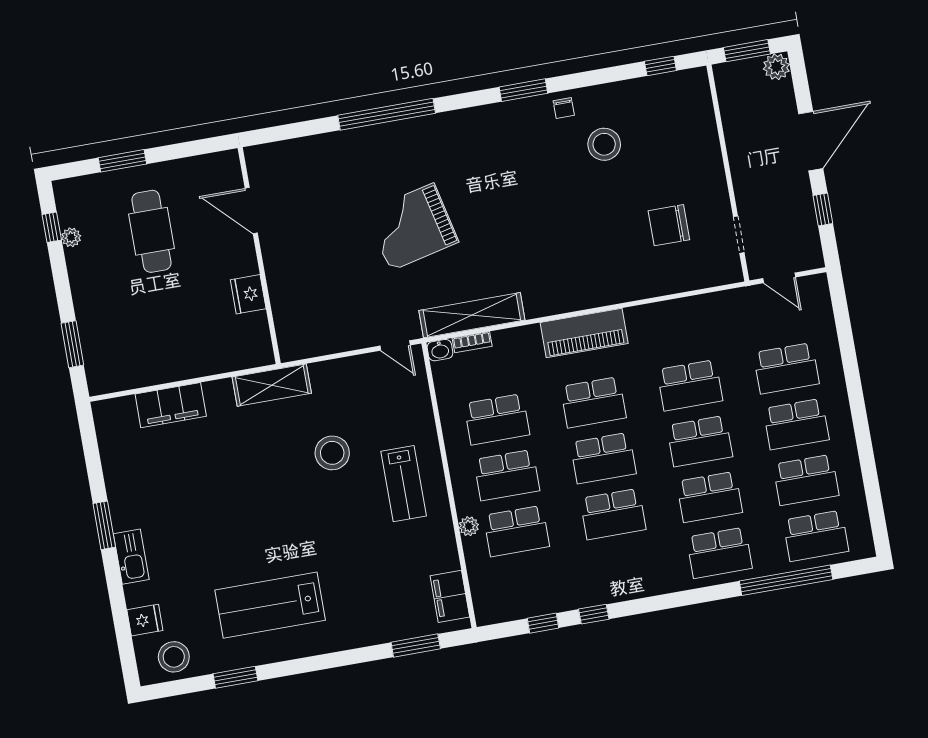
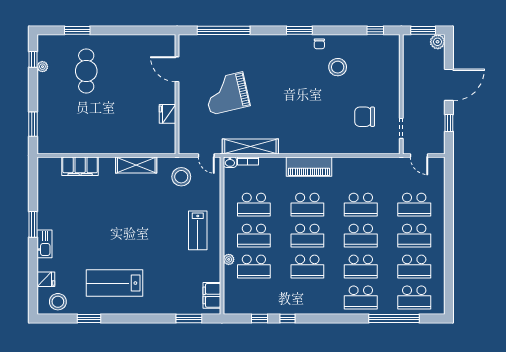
door: (251, 211) -> (177, 69), moved
wall: (259, 256) -> (177, 94), moved
fridge: (248, 294) -> (168, 114), moved
stool: (332, 453) -> (181, 177), moved

